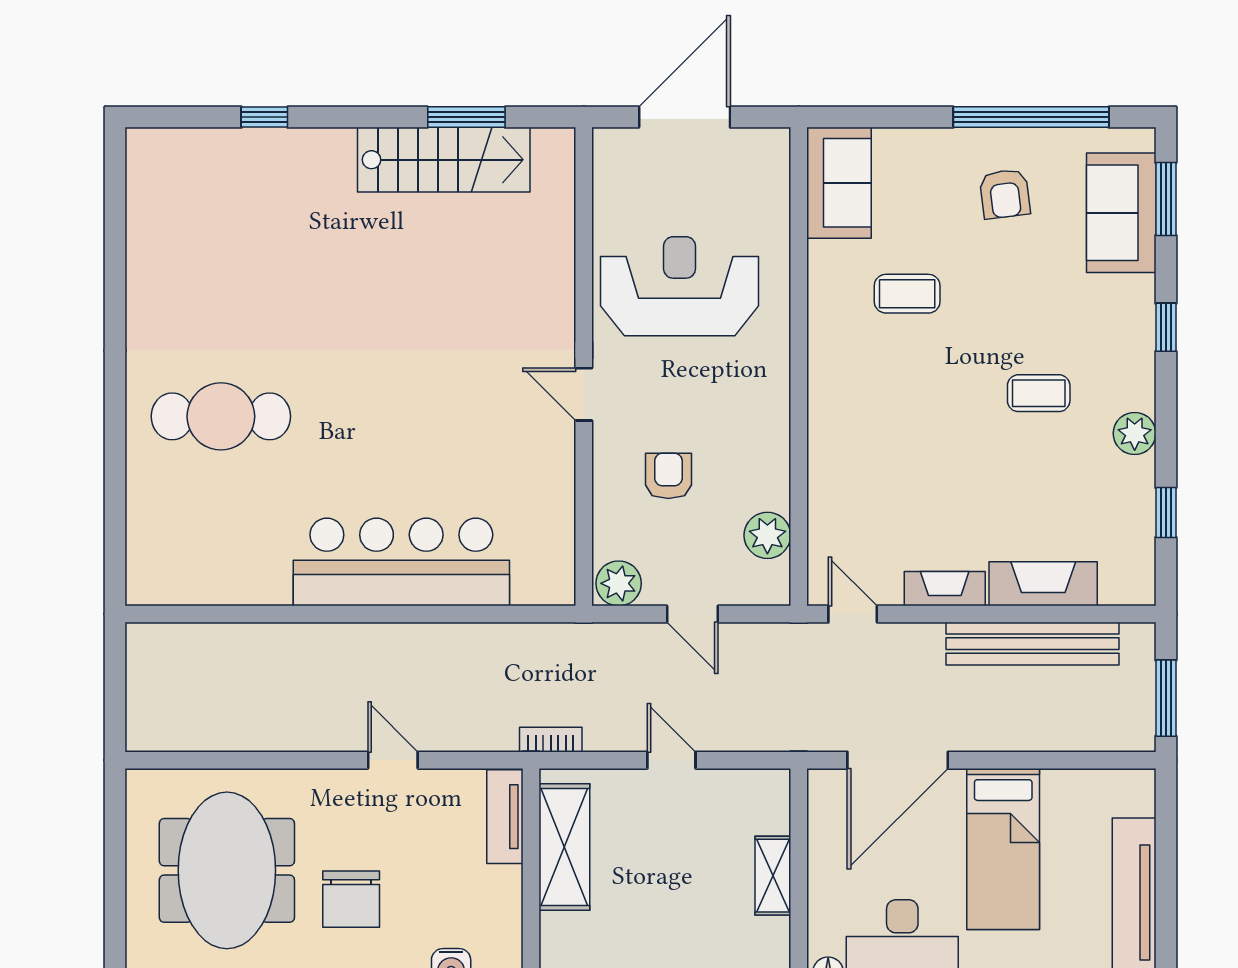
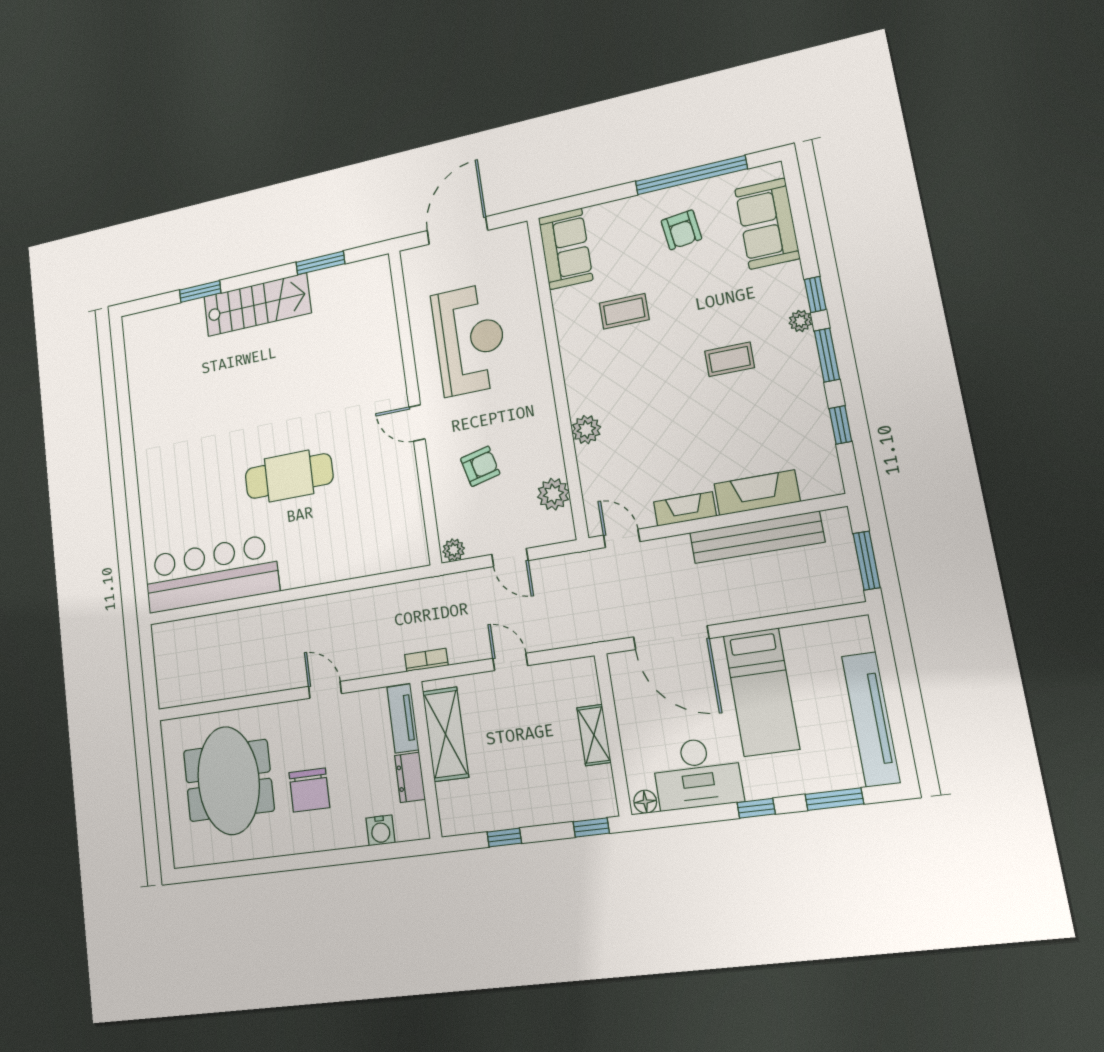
window: (264, 117) -> (200, 291), width x1.50
stairs: (444, 160) -> (257, 305), moved
window: (1166, 199) -> (827, 355), moved
reception desk: (680, 286) -> (470, 339), turned 90
cafe table: (221, 416) -> (289, 476), moved
plant: (1135, 433) -> (800, 321), moved, width x0.73, depth x0.73
plant: (828, 452) -> (586, 430), added
armchair: (668, 476) -> (480, 466), turned 76
bar counter: (401, 562) -> (211, 574), moved
plant: (619, 583) -> (454, 550), width x0.73, depth x0.73
door: (898, 760) -> (671, 638), hinge flipped
dresser: (504, 900) -> (410, 777), added

